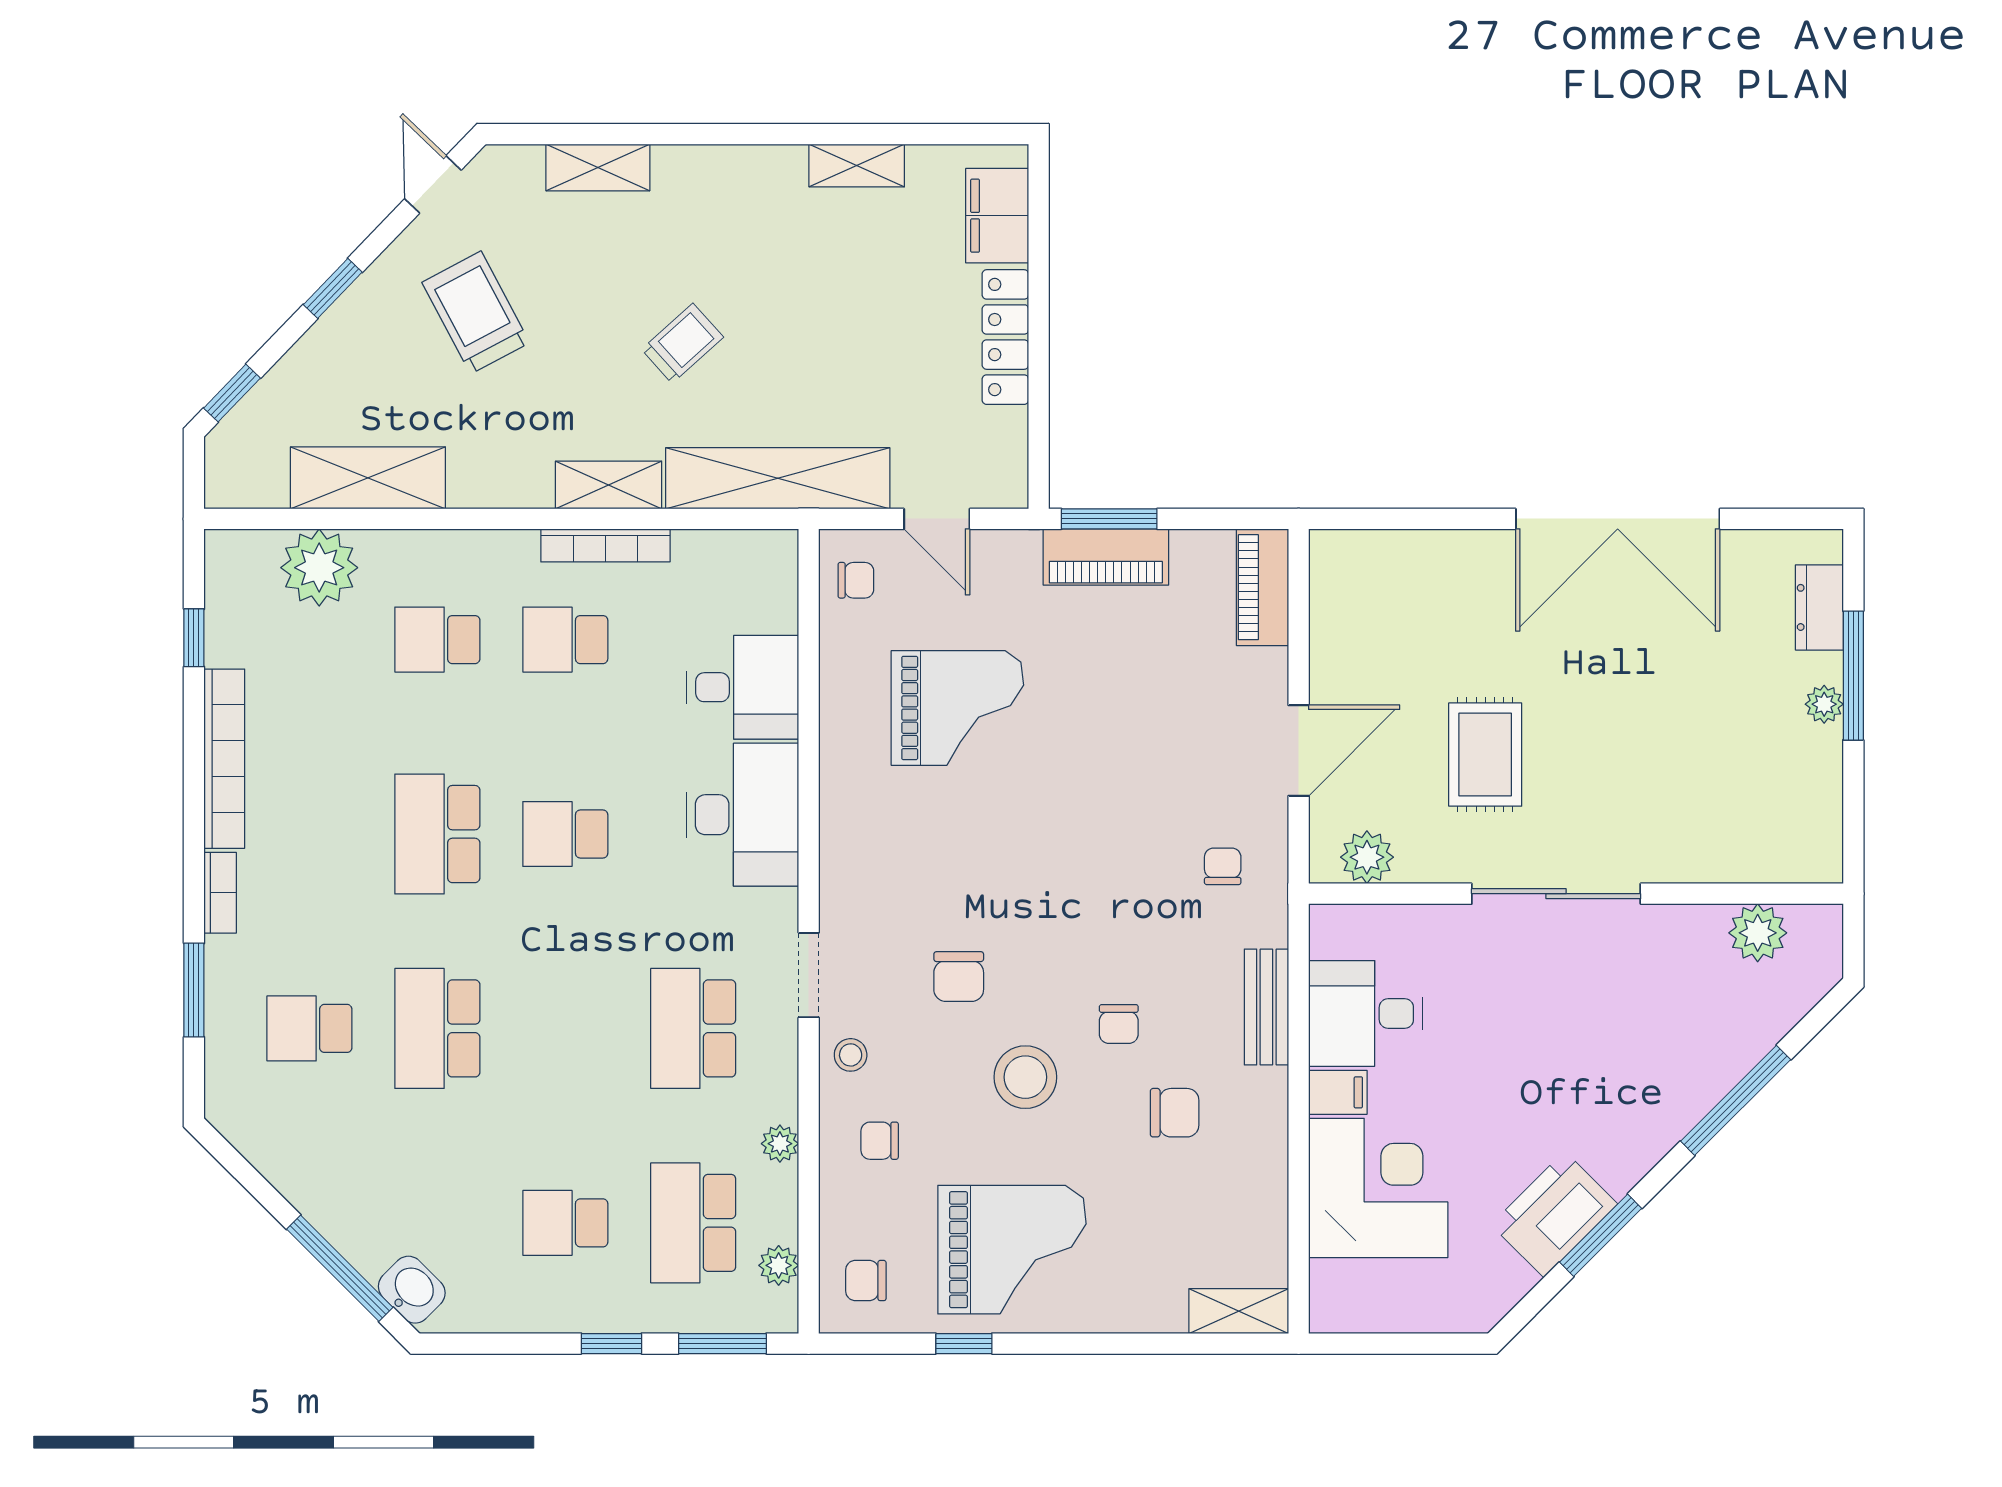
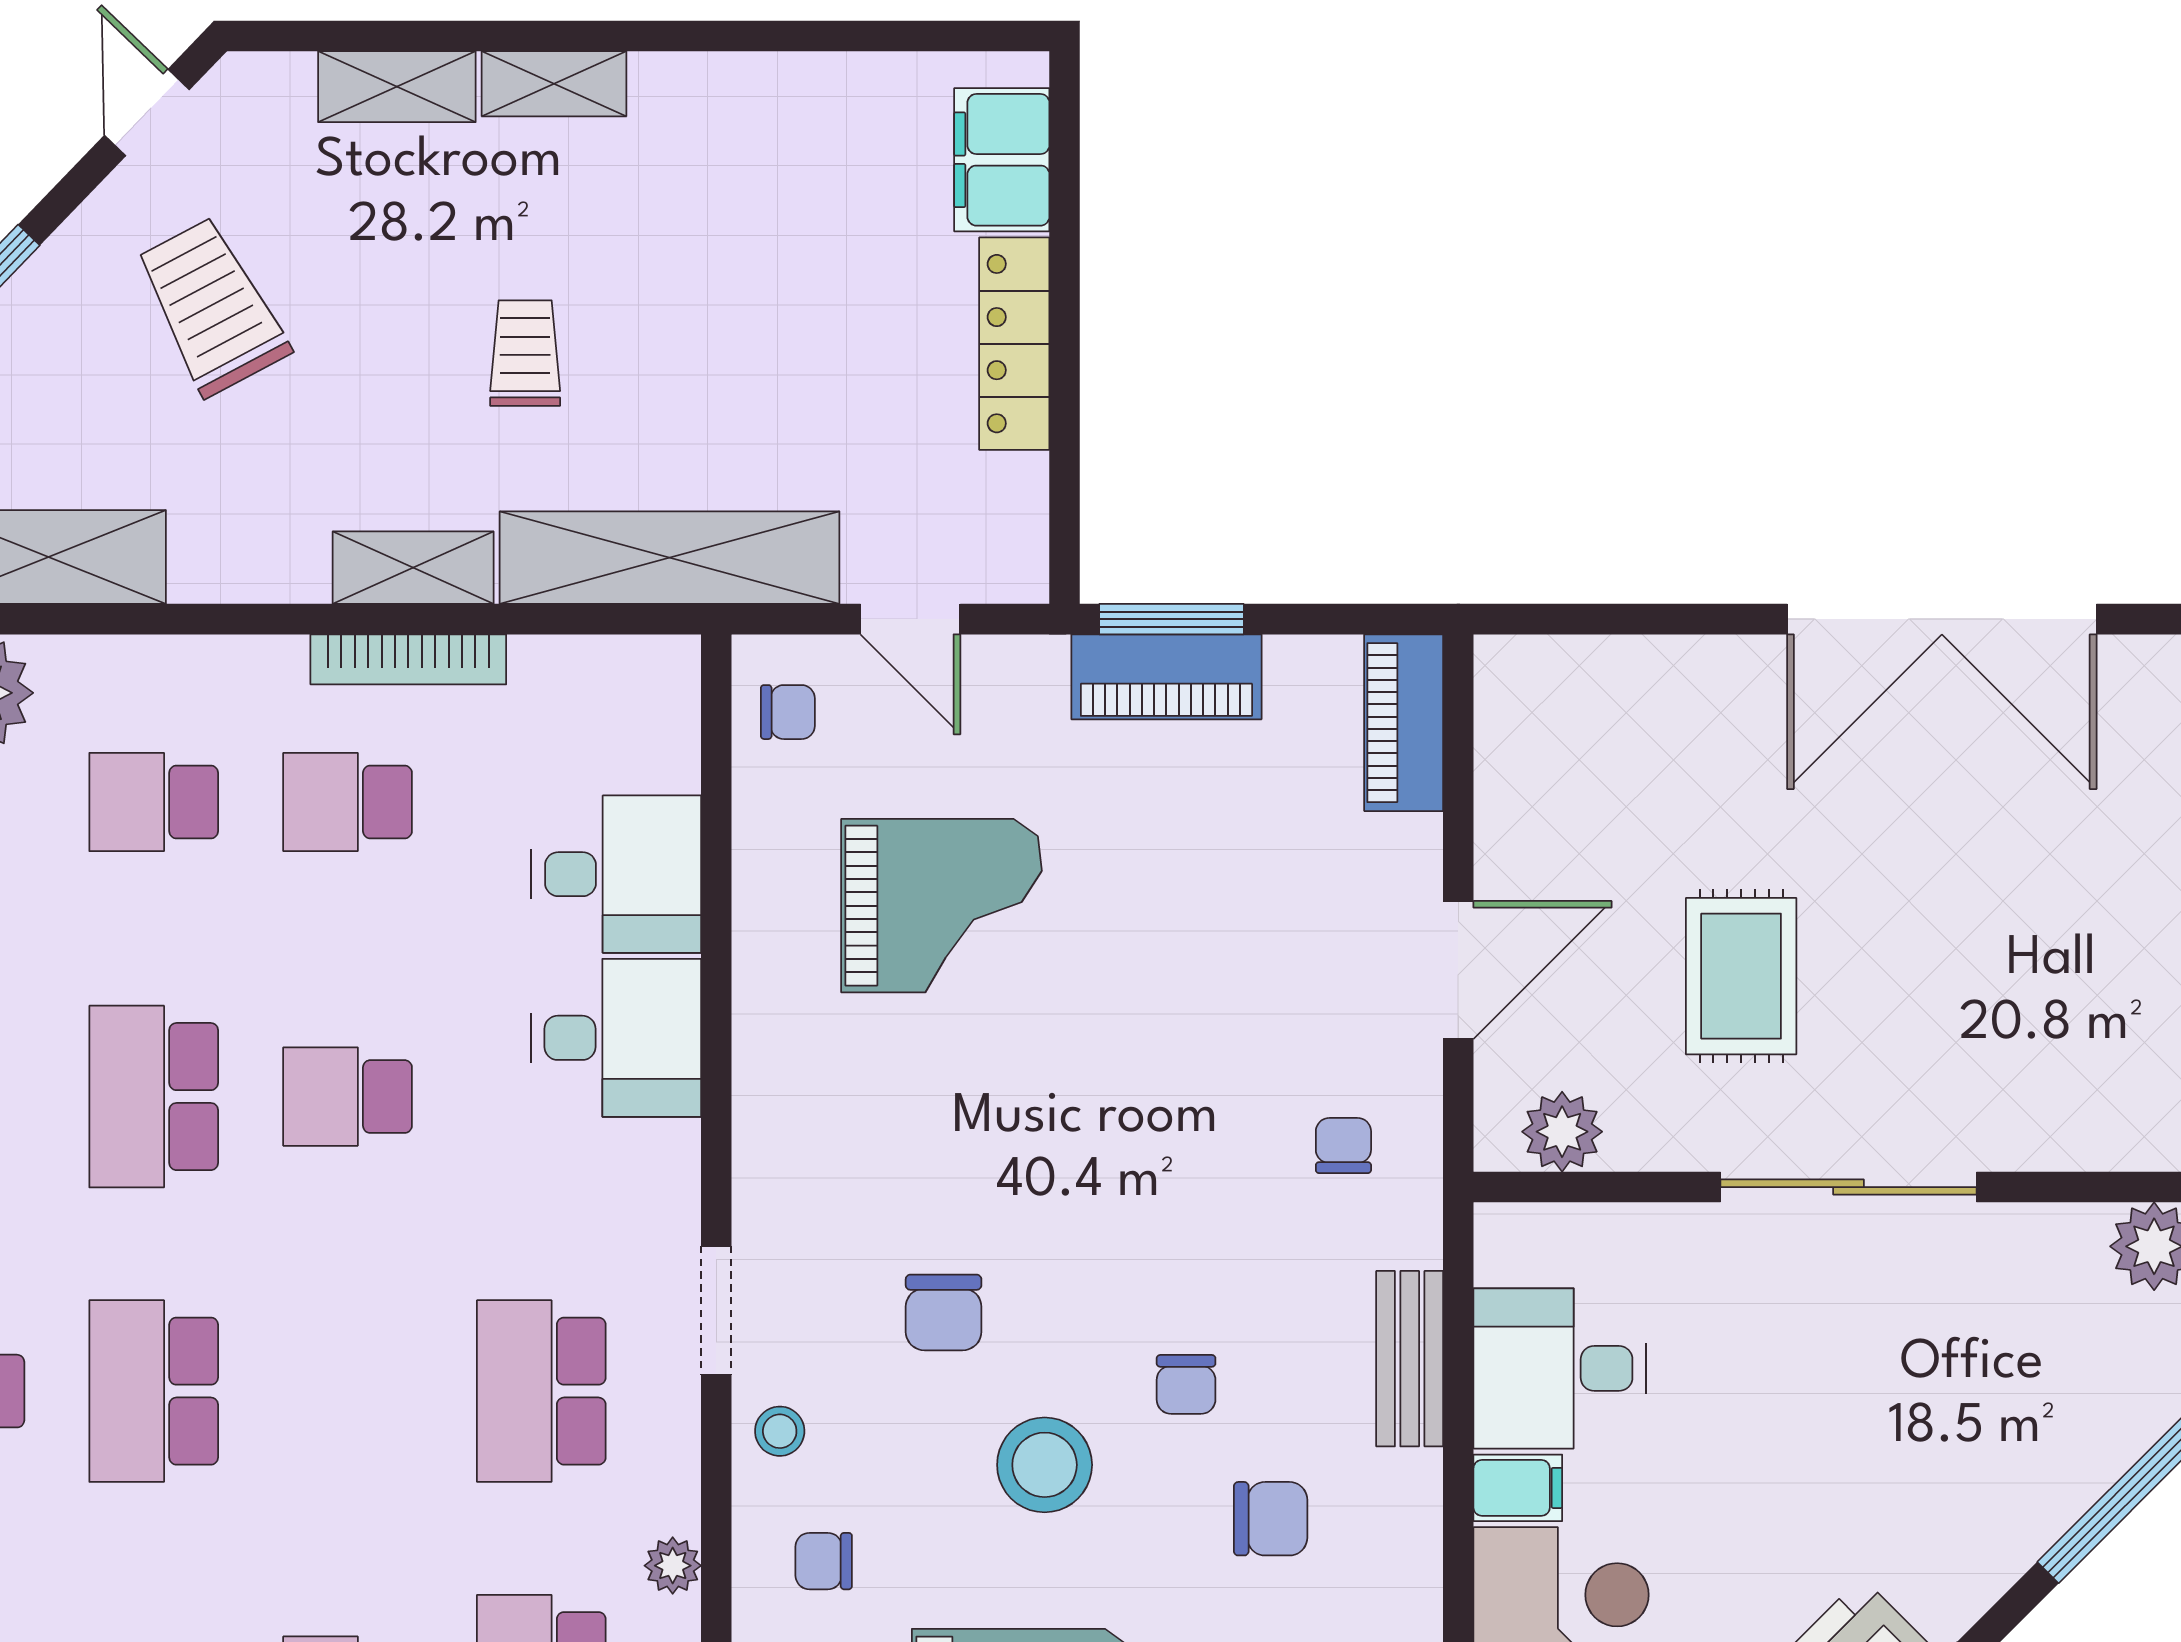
shelving: (857, 166) -> (554, 84), moved
trolley: (683, 343) -> (525, 353), turned -48
desk: (742, 815) -> (616, 1038), width x0.73

